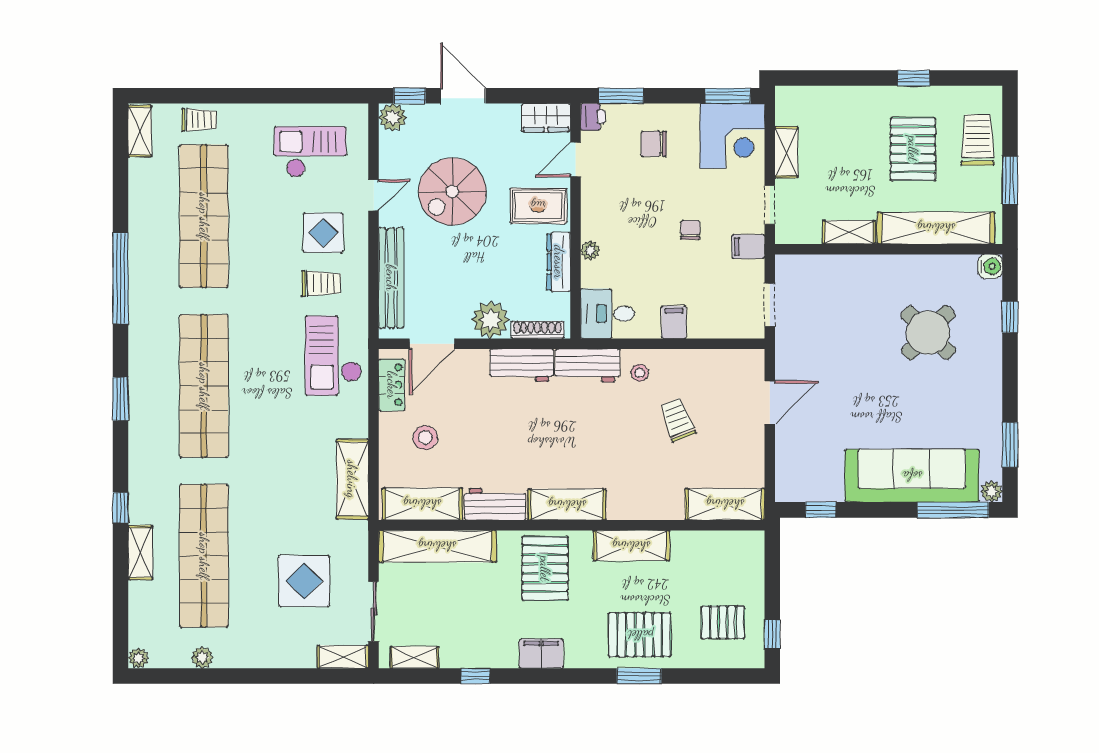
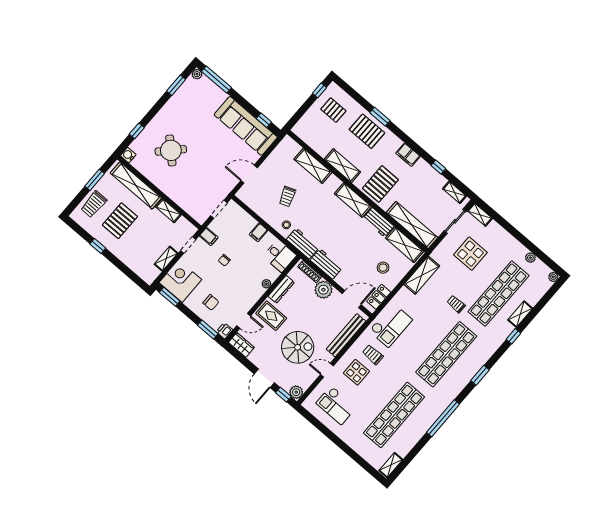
trolley: (199, 120) -> (456, 304), moved
sofa: (912, 476) -> (246, 126), moved
shelving: (725, 504) -> (313, 166), moved

